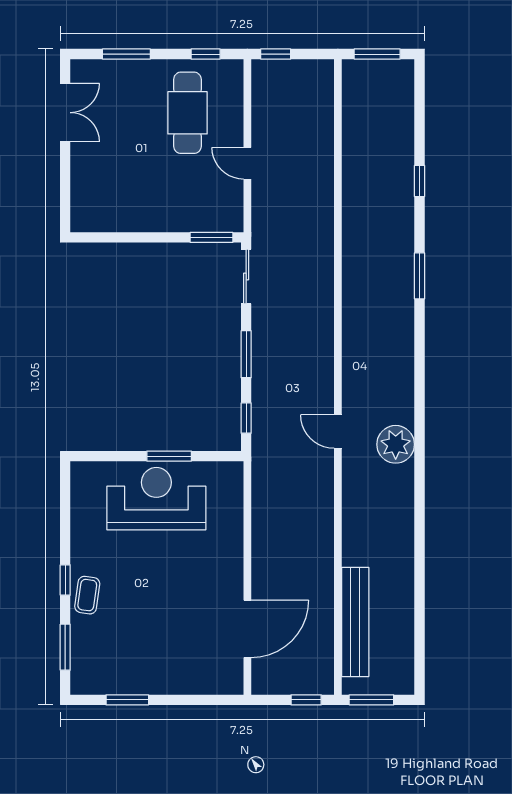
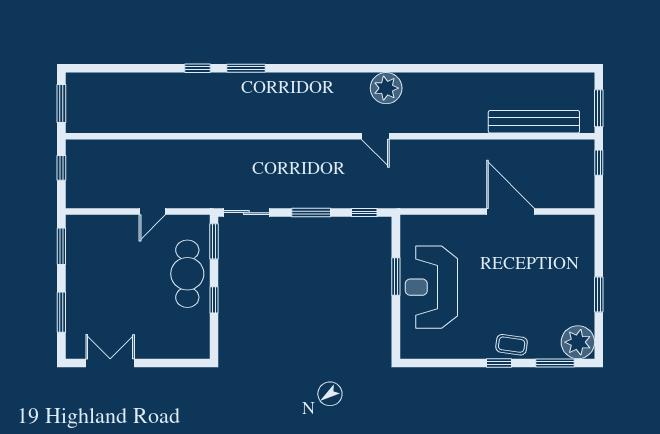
window: (206, 54) -> (61, 246), width x1.50
window: (276, 54) -> (61, 168), moved
cafe table: (187, 113) -> (187, 274), moved, turned 90
window: (420, 181) -> (197, 68), moved
window: (141, 237) -> (214, 300), added
door: (338, 431) -> (375, 136), hinge flipped
door: (247, 629) -> (511, 211), moved
plant: (90, 675) -> (578, 342), added
window: (127, 700) -> (599, 295), moved

